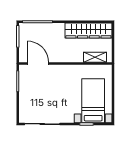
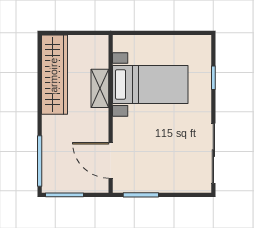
shelving: (95, 57) -> (100, 88), moved
door: (38, 64) -> (111, 160), hinge flipped
bed with nightstands: (93, 101) -> (150, 84), moved, turned 180

